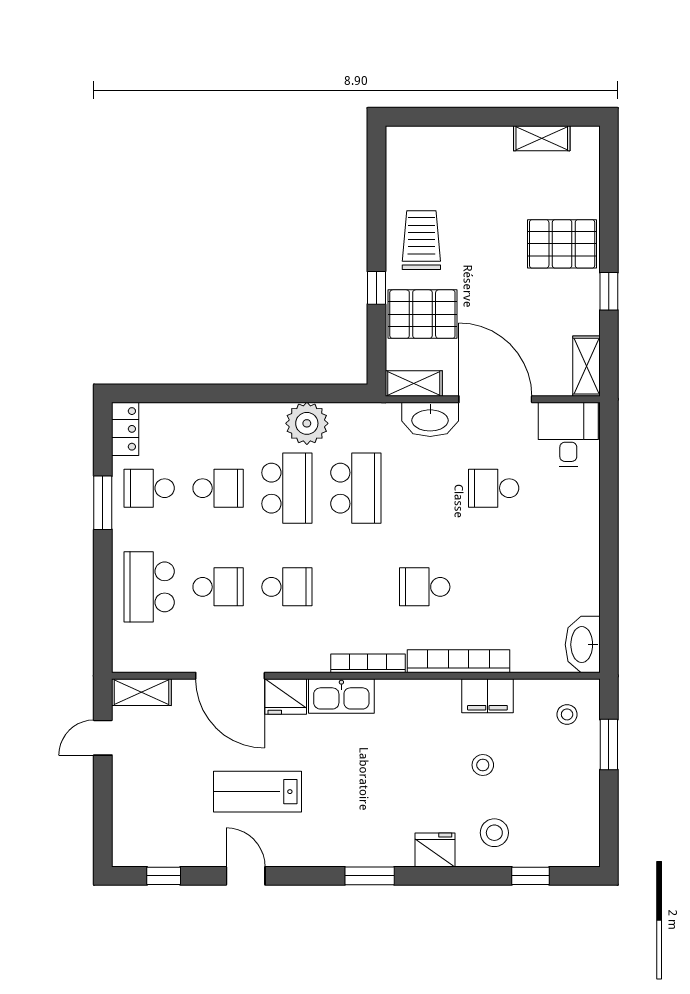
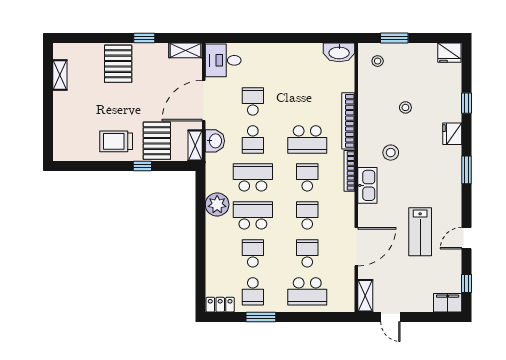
washbasin: (430, 419) -> (215, 141), width x0.72
school desk: (425, 488) -> (253, 139), added
school desk: (494, 488) -> (253, 101), turned 180
school desk: (356, 587) -> (307, 177), added
school desk: (425, 587) -> (307, 139), width x1.85
filing cabinet: (487, 696) -> (448, 303), moved, turned -90
fridge: (286, 697) -> (449, 53), moved, turned 90
stool: (494, 833) -> (391, 153), moved
window: (530, 876) -> (467, 103), moved

